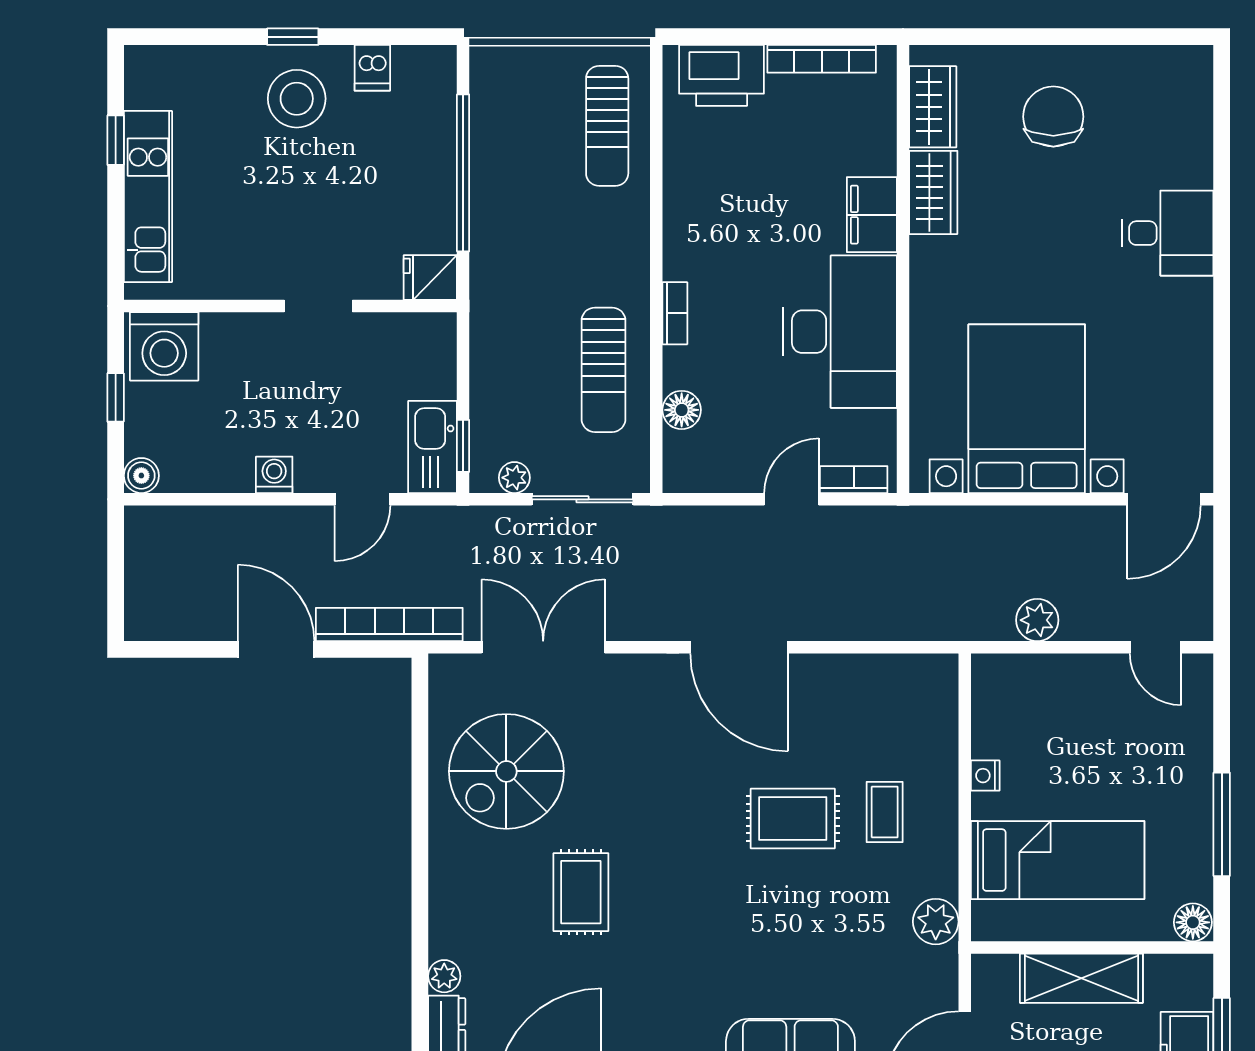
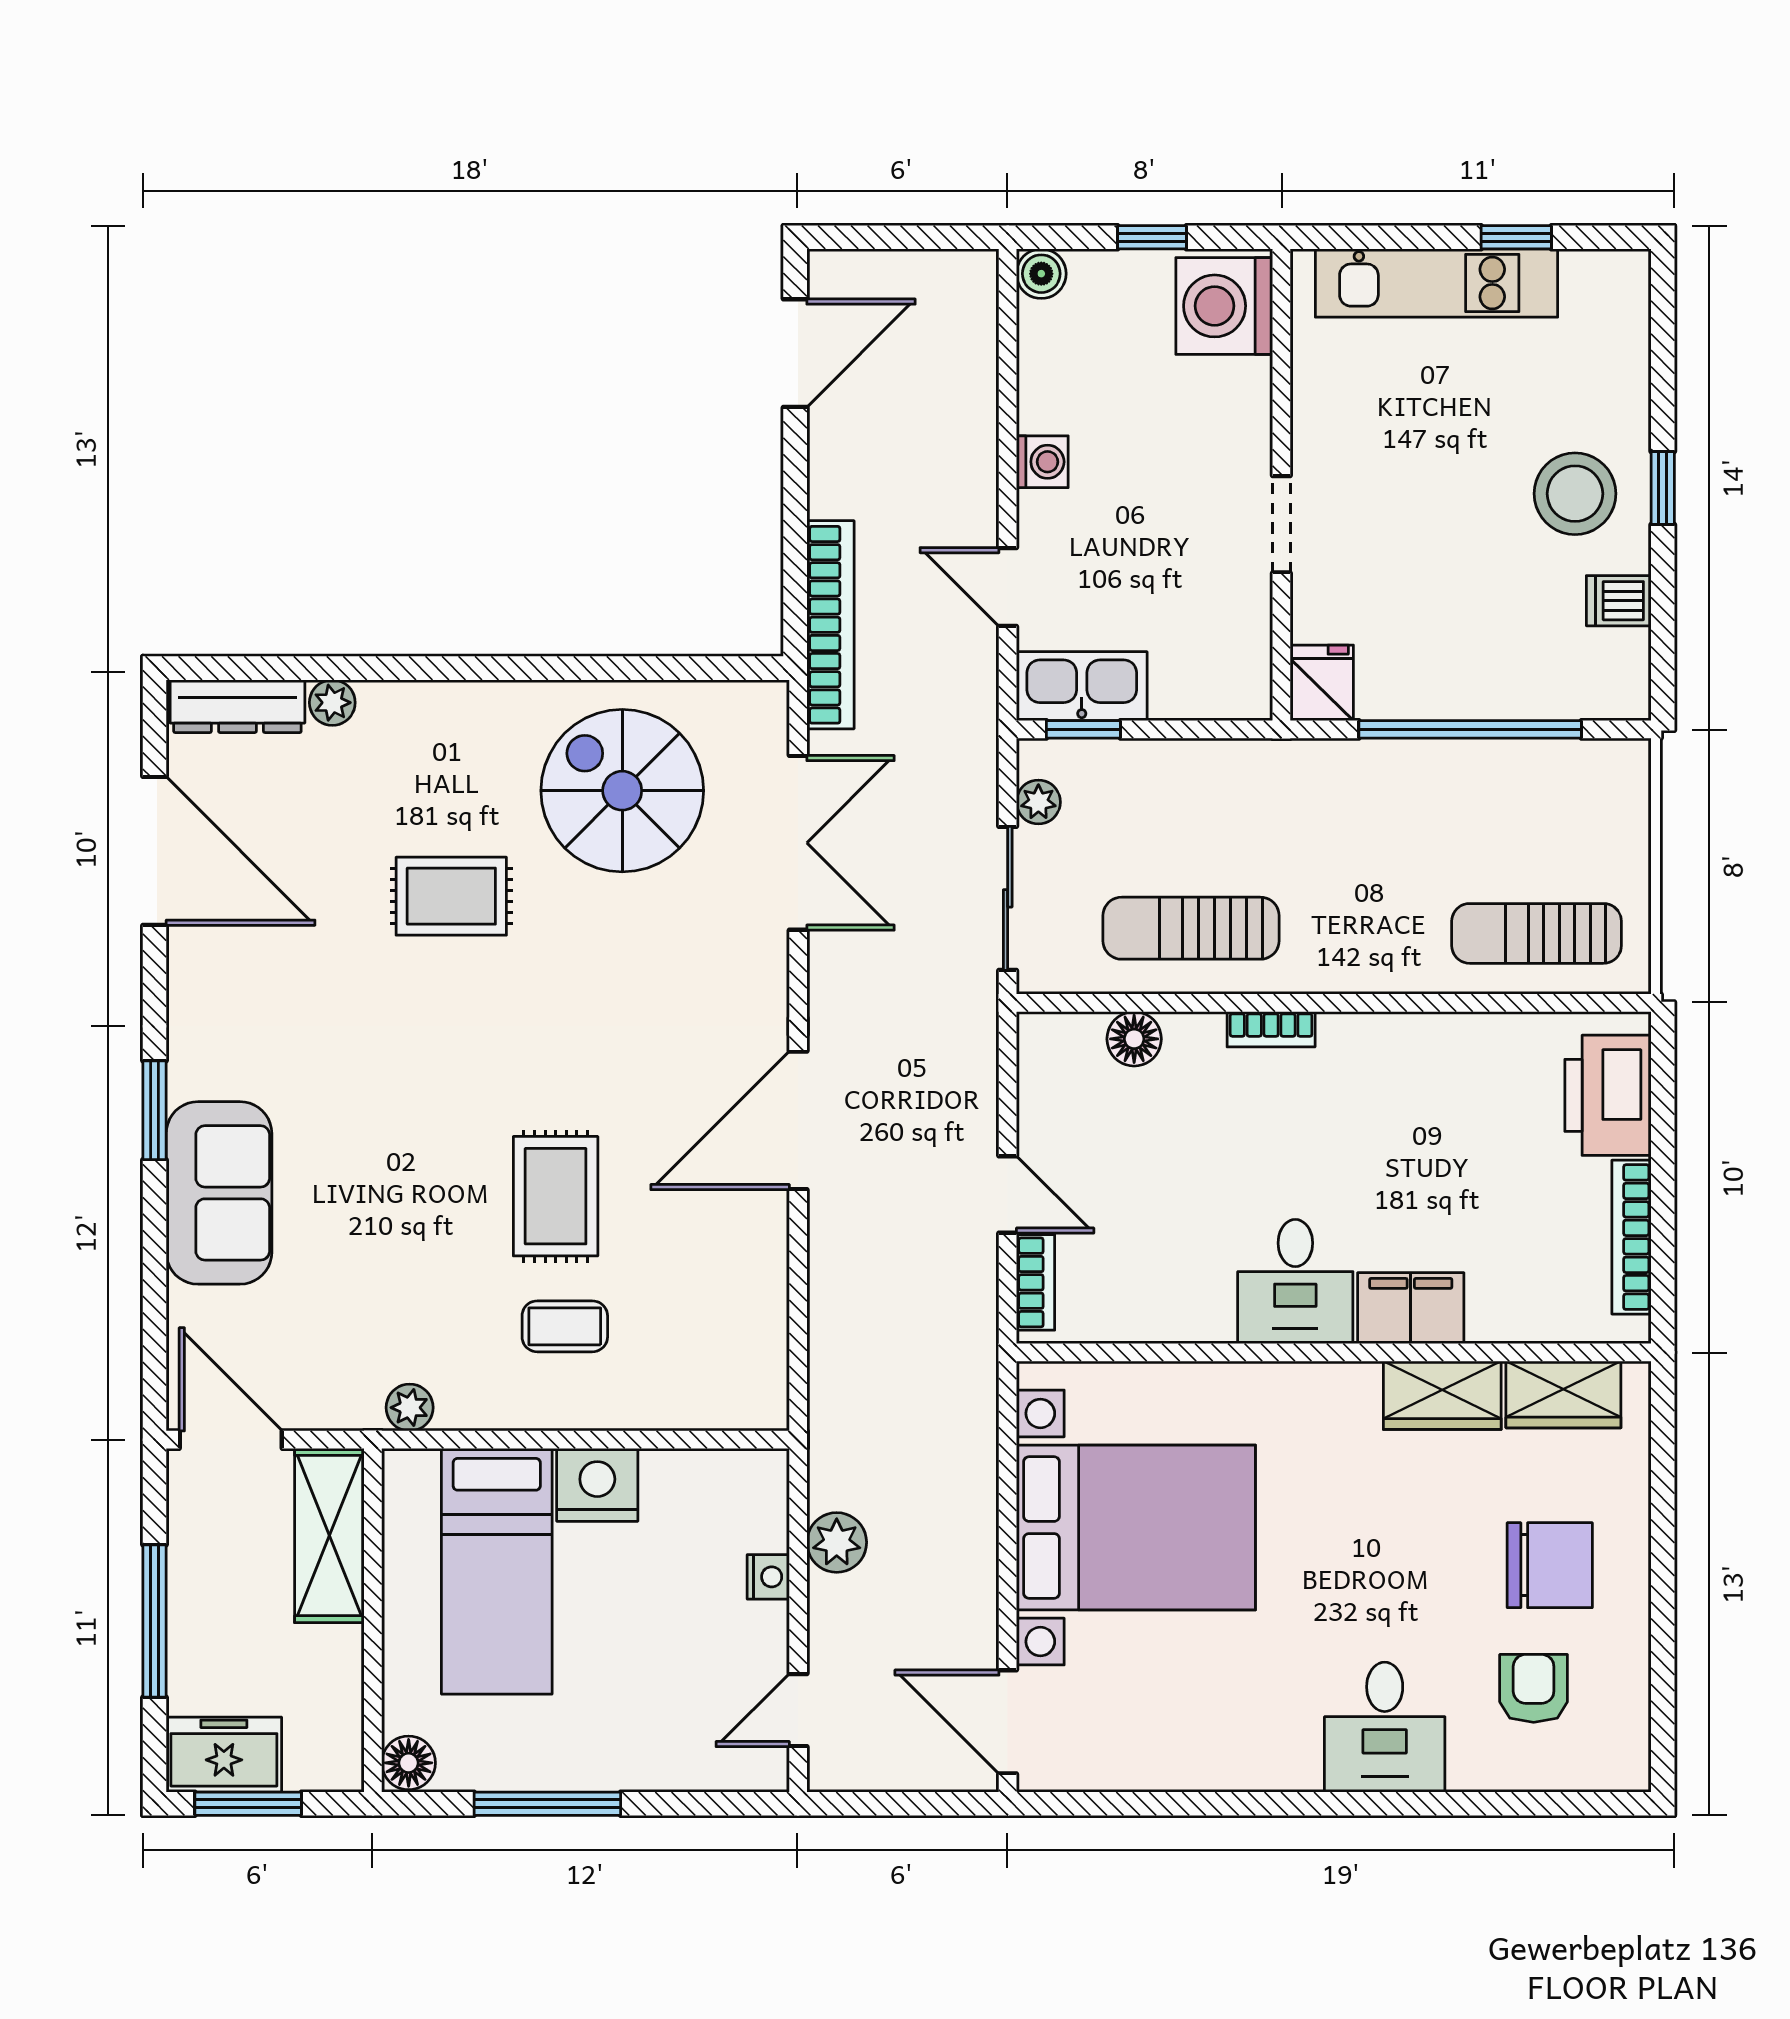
armchair: (1140, 128) -> (1534, 1688), added
desk: (840, 332) -> (1295, 1282), width x0.53, depth x0.77
door: (276, 649) -> (795, 353), moved
nightstand: (1062, 668) -> (768, 1577), added
nightstand: (985, 776) -> (597, 1485), width x1.89, depth x1.79
plant: (936, 922) -> (410, 1408), width x0.73, depth x0.73
shelving: (1081, 978) -> (329, 1536), moved

